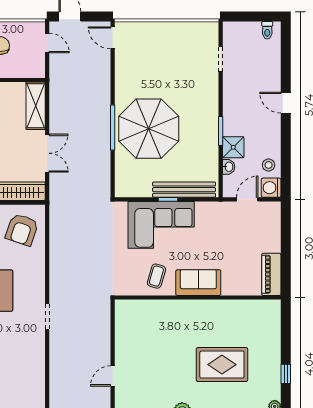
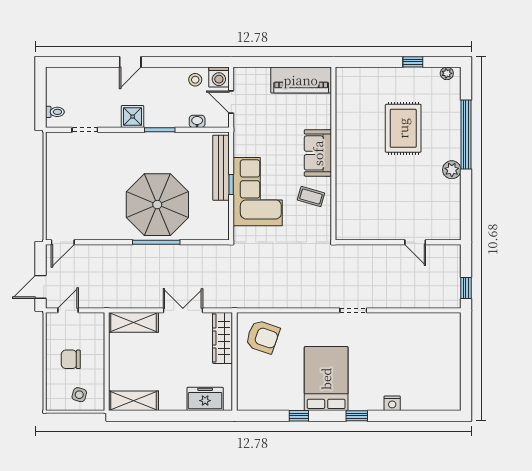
toilet: (267, 30) -> (55, 112), moved
shower: (233, 147) -> (133, 117), moved
piano: (271, 274) -> (301, 80), width x1.37, depth x1.33

